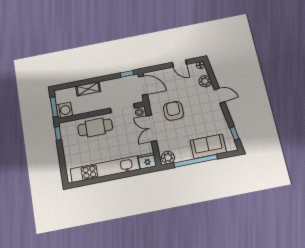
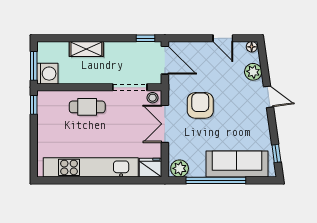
cafe table: (95, 127) -> (87, 107), width x0.73, depth x0.74
sofa: (208, 146) -> (237, 164), width x1.36

